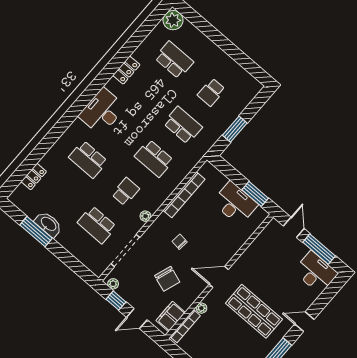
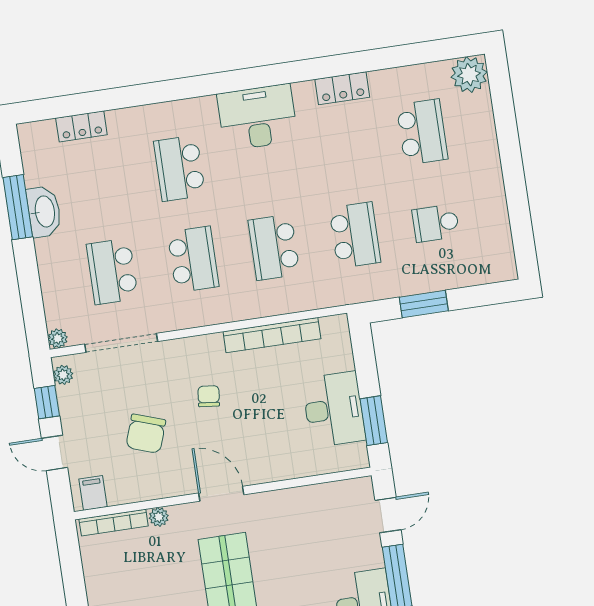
school desk: (125, 192) -> (193, 259), width x1.85
plant: (145, 216) -> (58, 338), moved
filing cabinet: (171, 316) -> (93, 493), width x0.50

